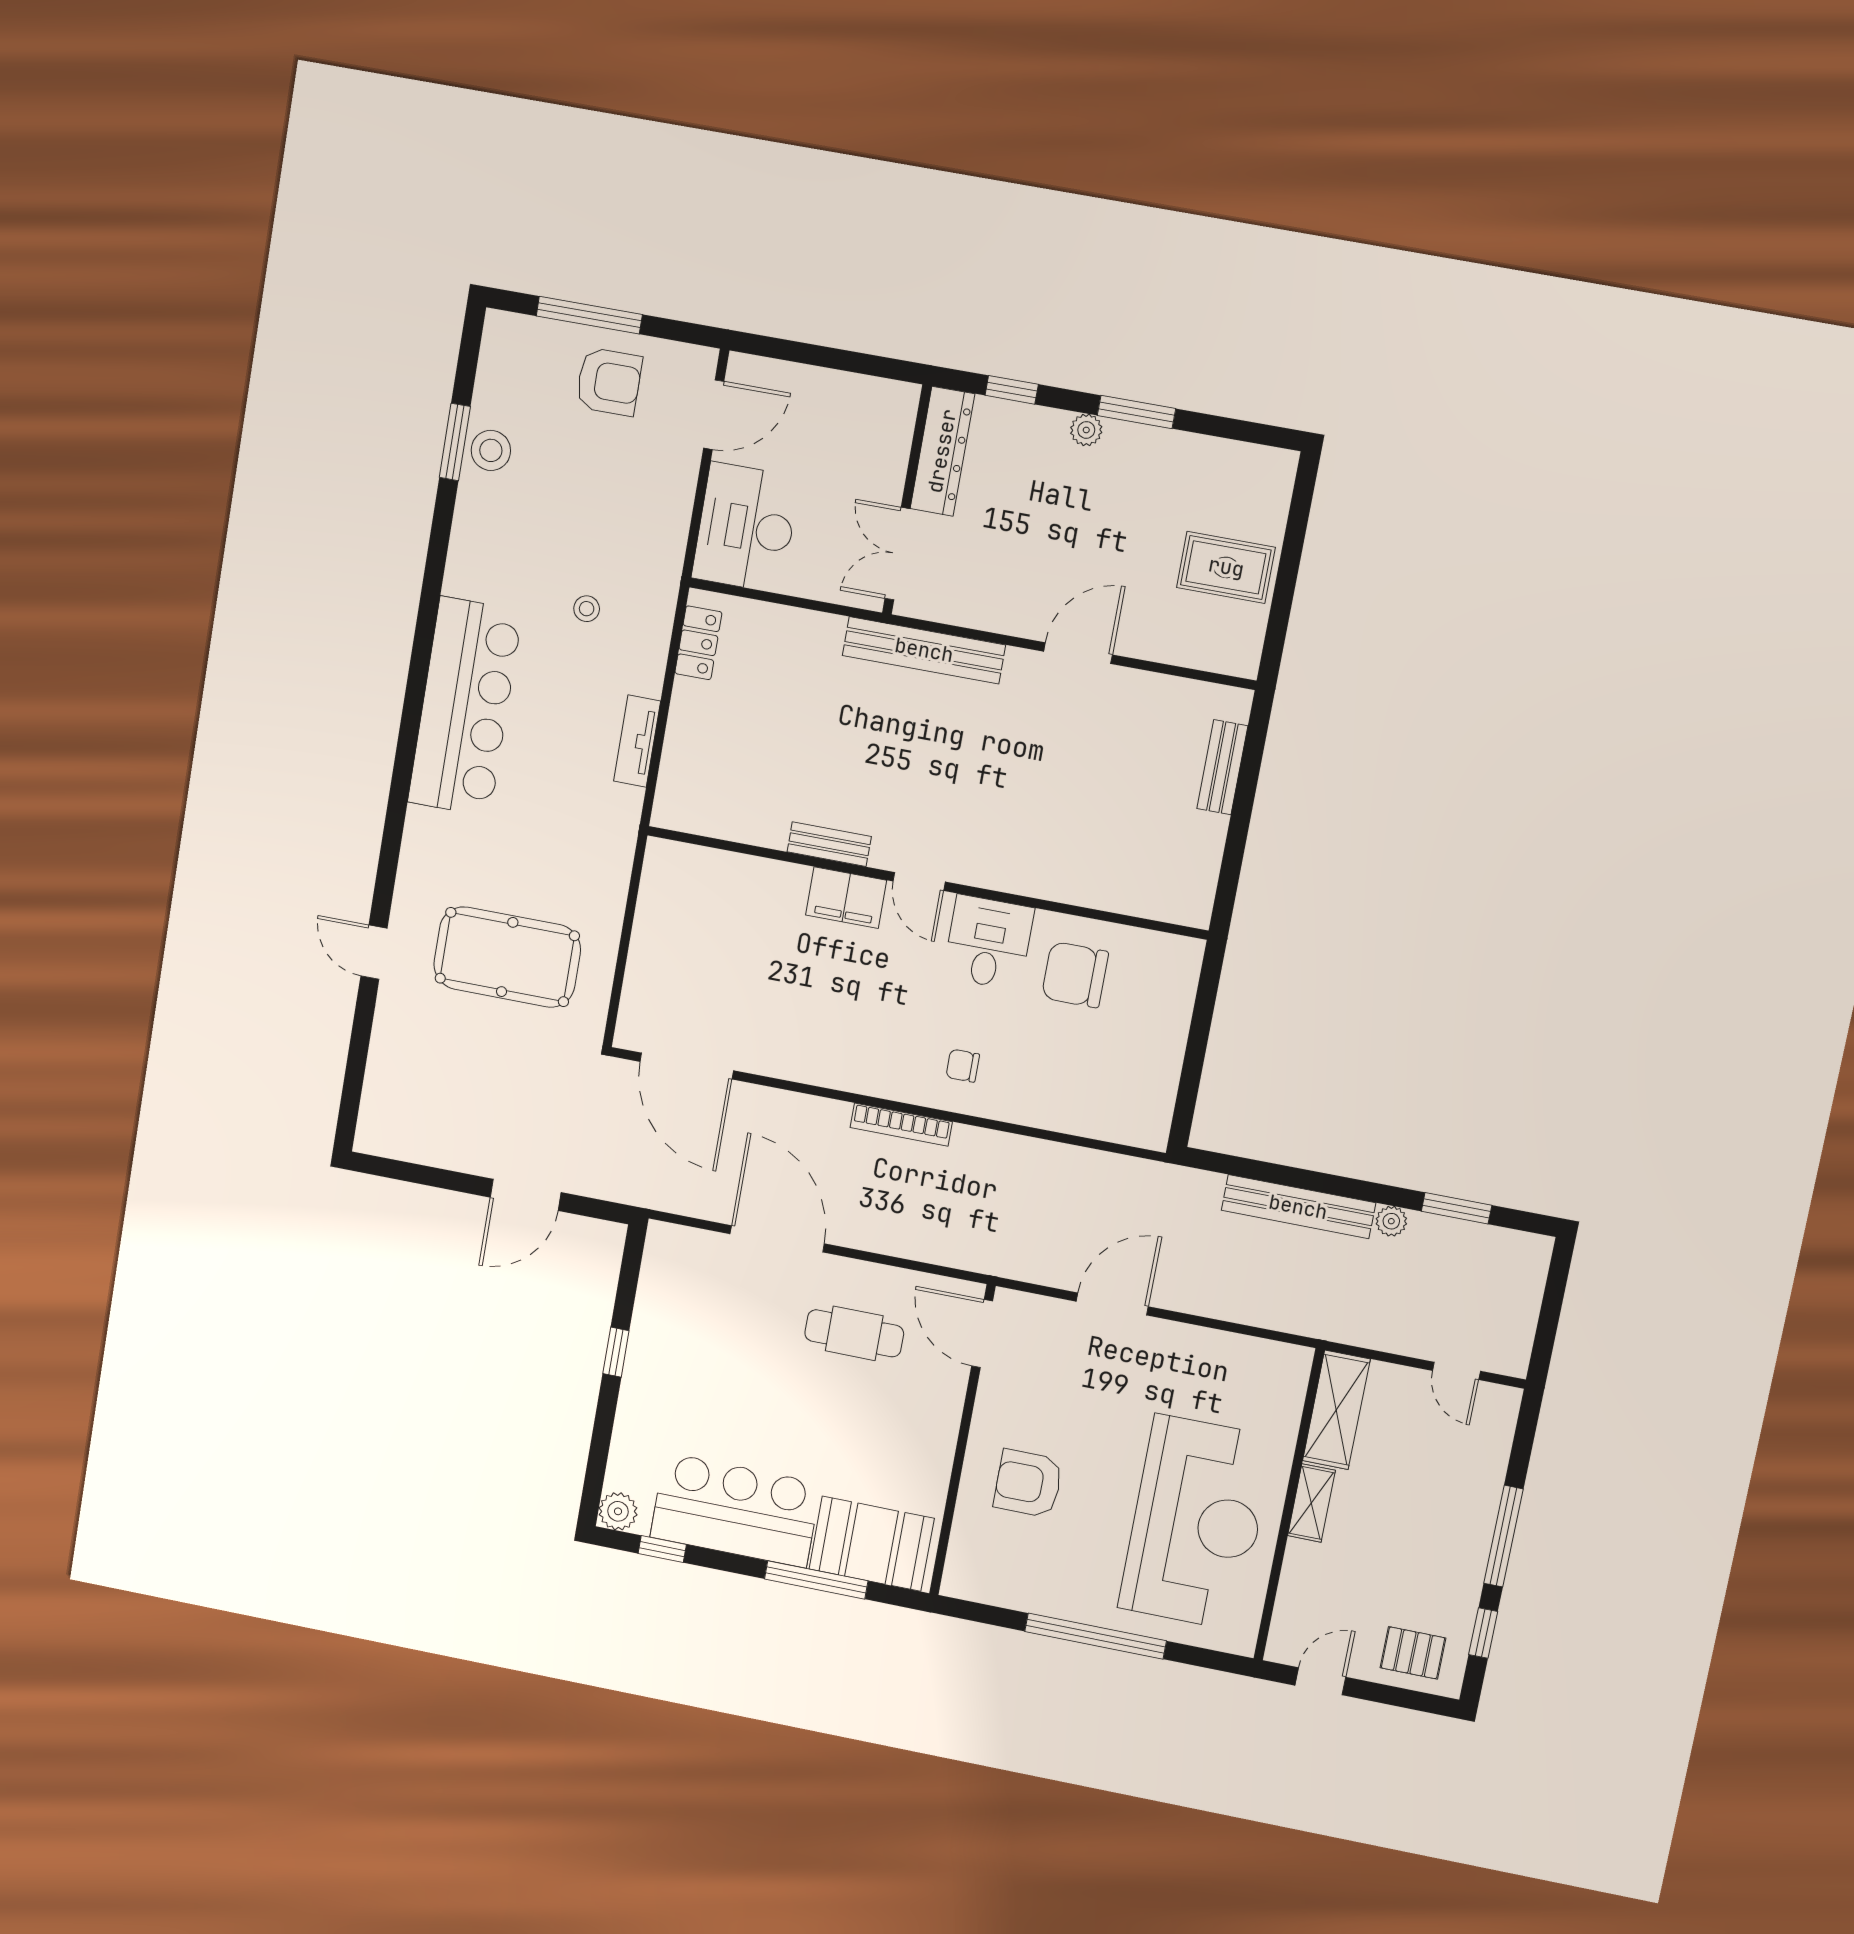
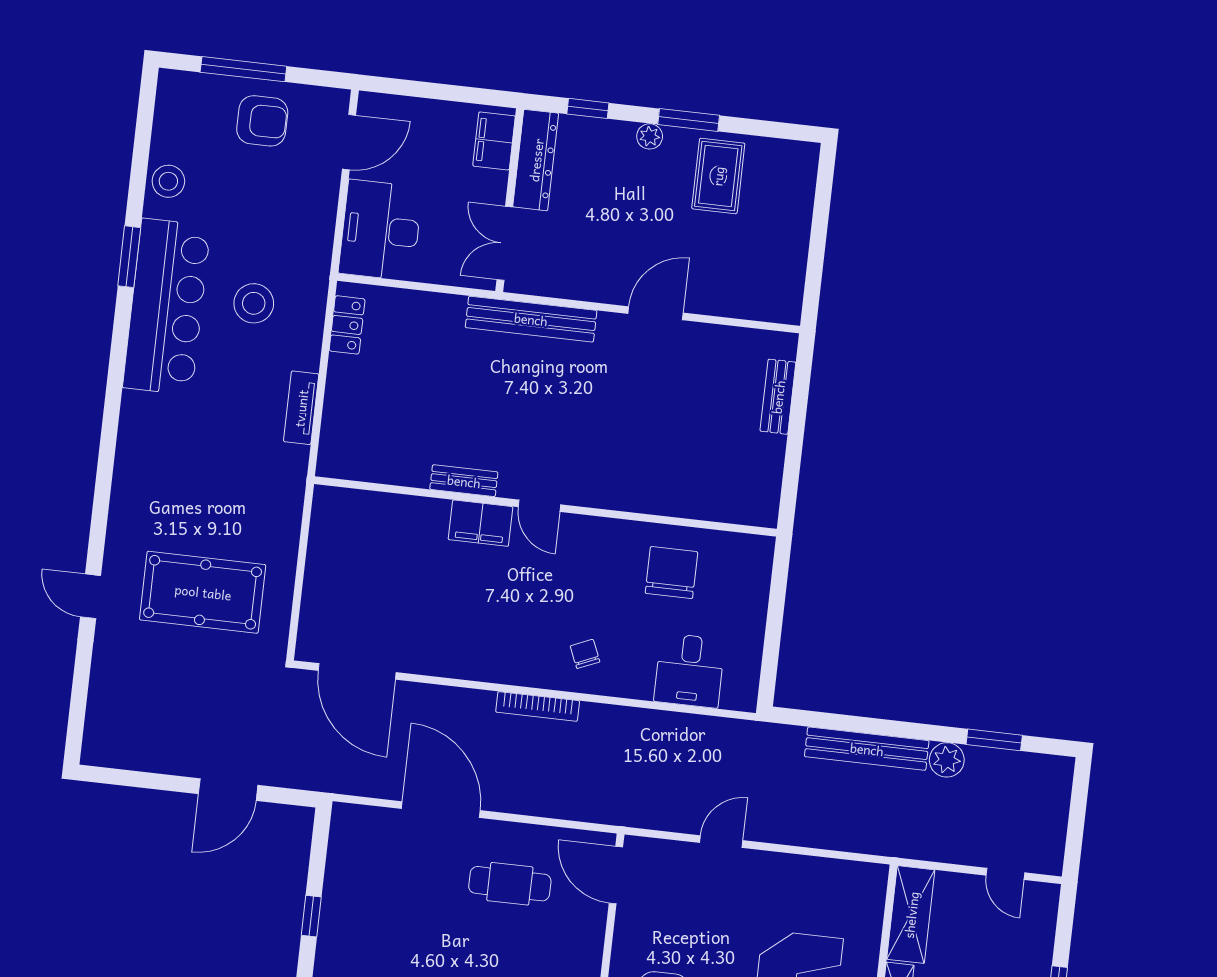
filing cabinet: (892, 424) -> (494, 141), added
window: (455, 442) -> (129, 257), moved
rug: (1226, 567) -> (718, 176), moved, turned 90
stool: (587, 609) -> (254, 303), width x1.89, depth x1.89
bar counter: (465, 707) -> (167, 307), moved
desk: (988, 942) -> (689, 670), moved, turned 180
chair: (1075, 975) -> (671, 573), turned 90
chair: (963, 1066) -> (585, 654), turned 67
plant: (1391, 1221) -> (947, 760), width x1.38, depth x1.38
door: (1112, 1304) -> (721, 842), width x0.73

